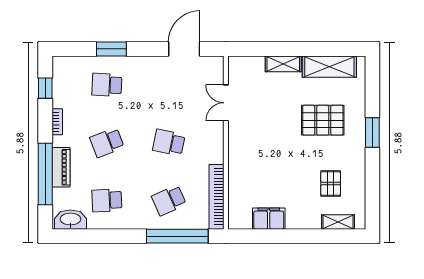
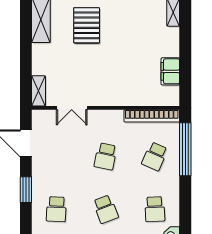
window: (111, 49) -> (26, 190), moved
shelving: (283, 64) -> (39, 91), moved
pallet: (331, 184) -> (140, 19), removed
school desk: (169, 200) -> (155, 156), turned 48

